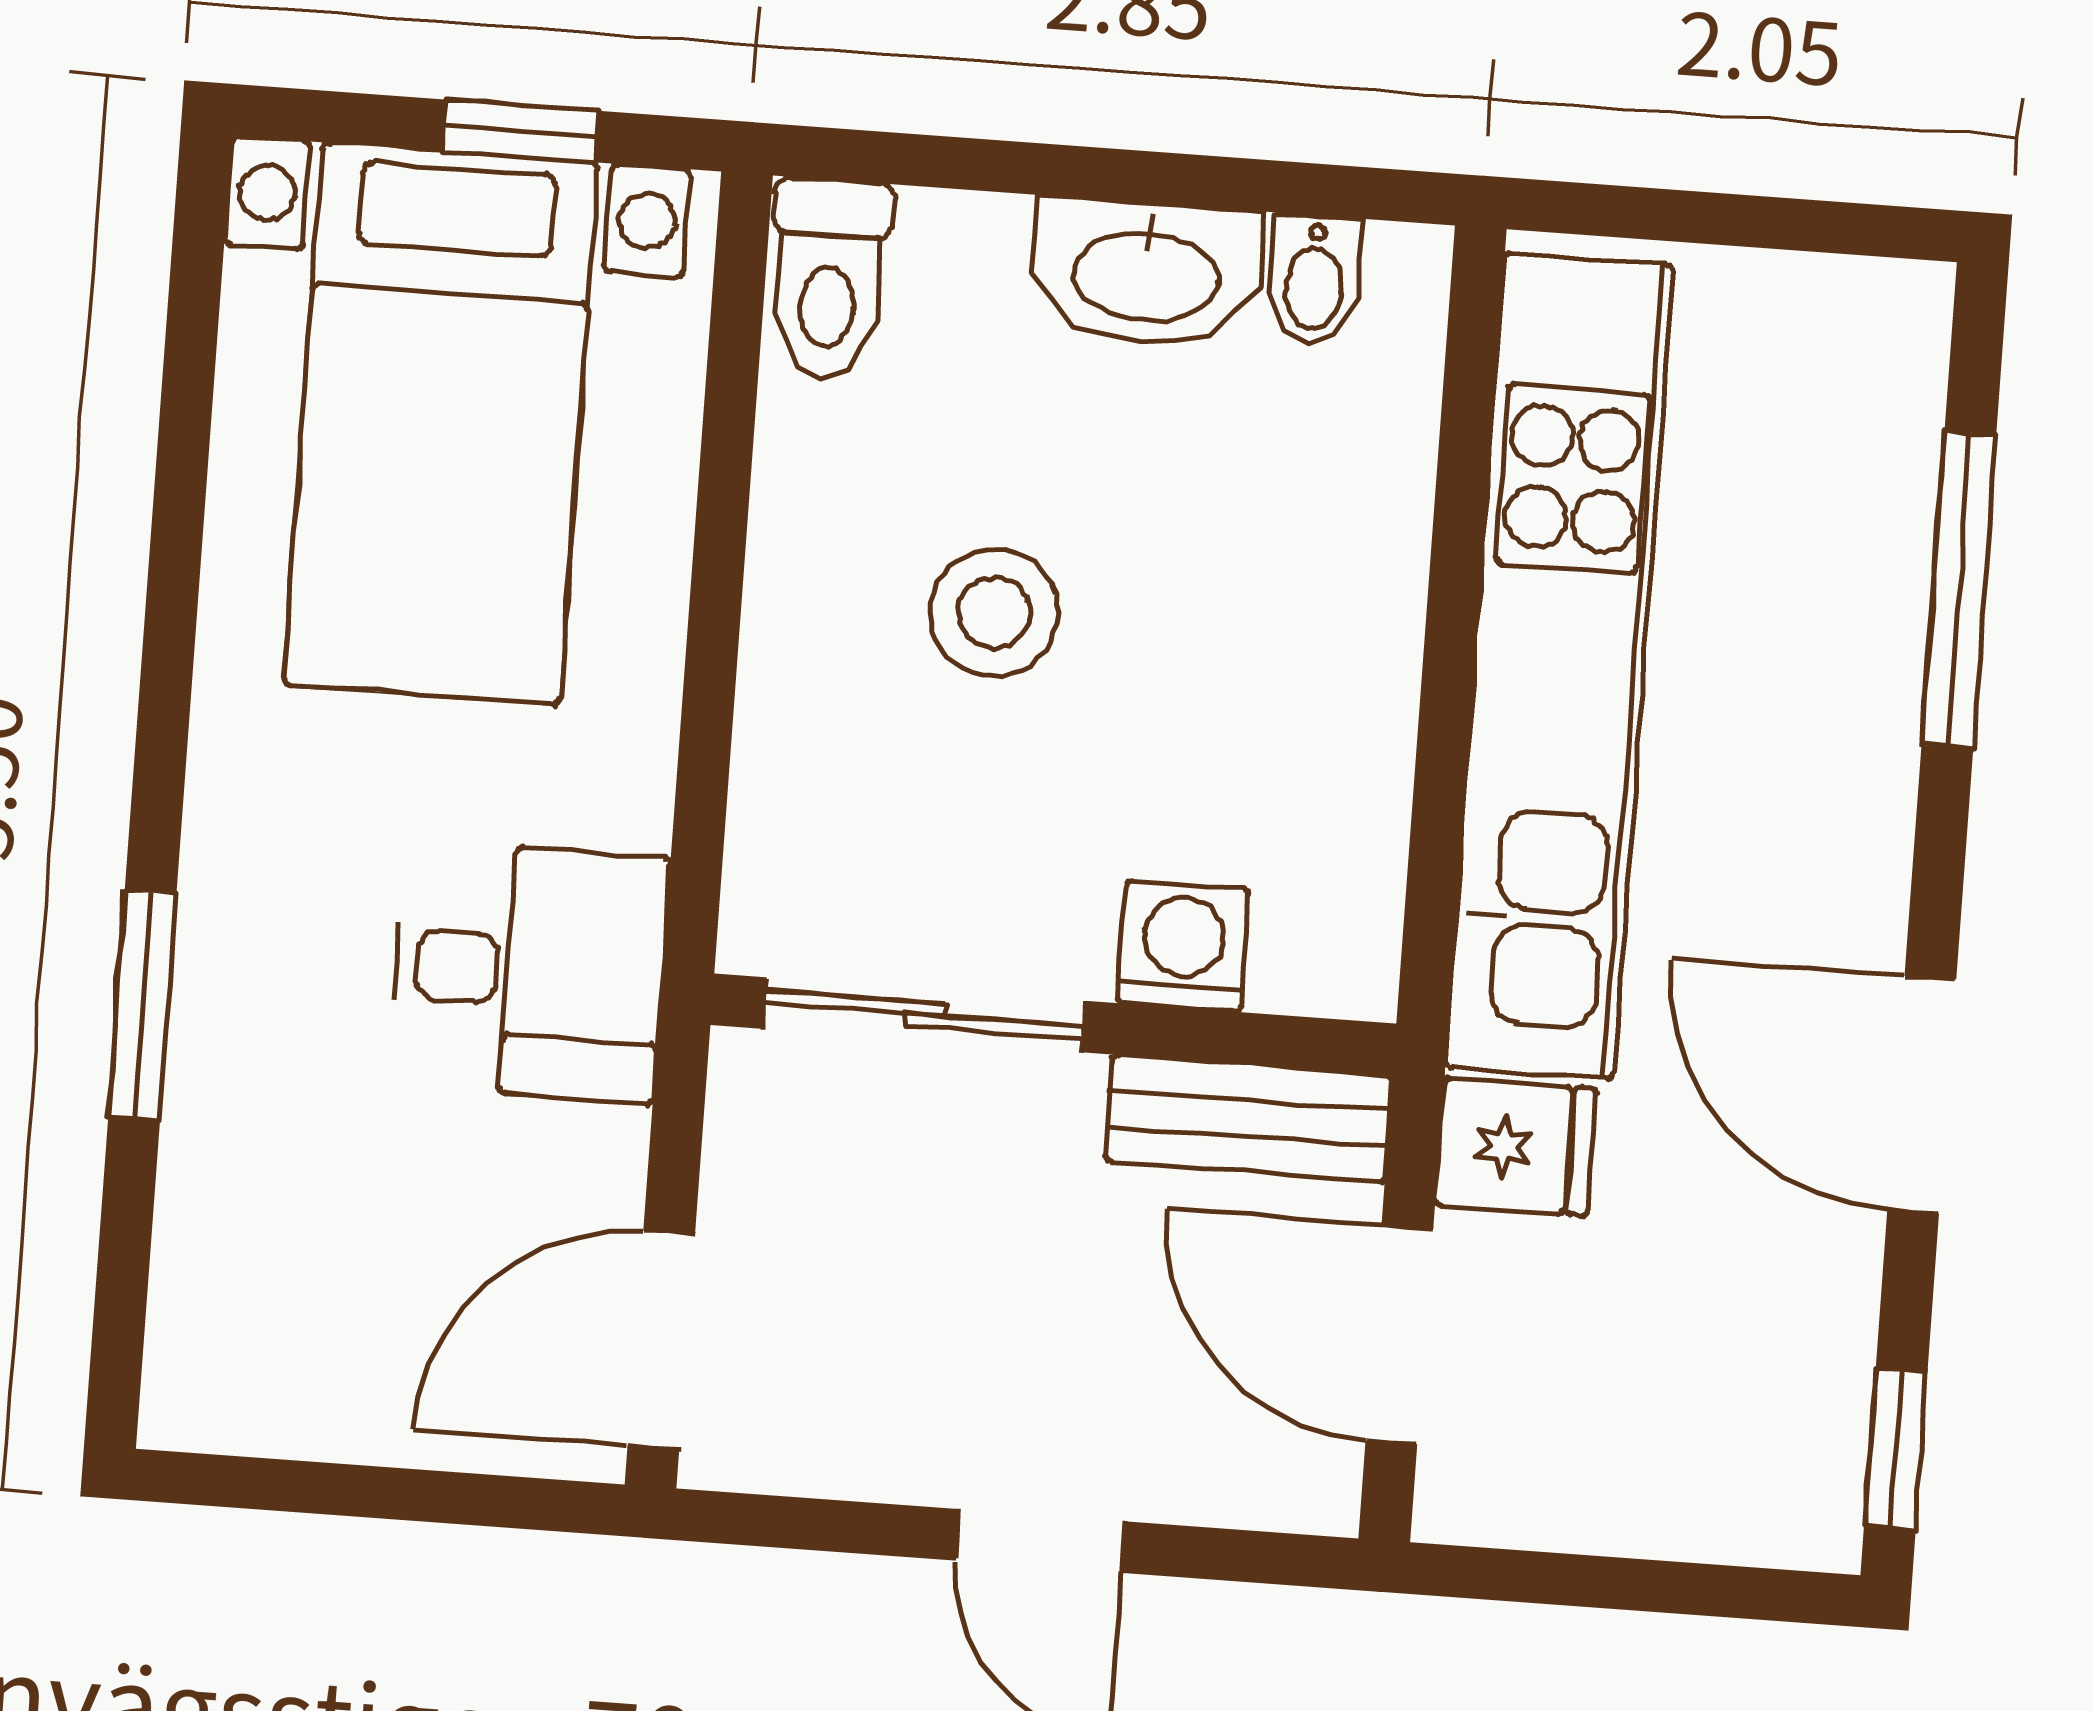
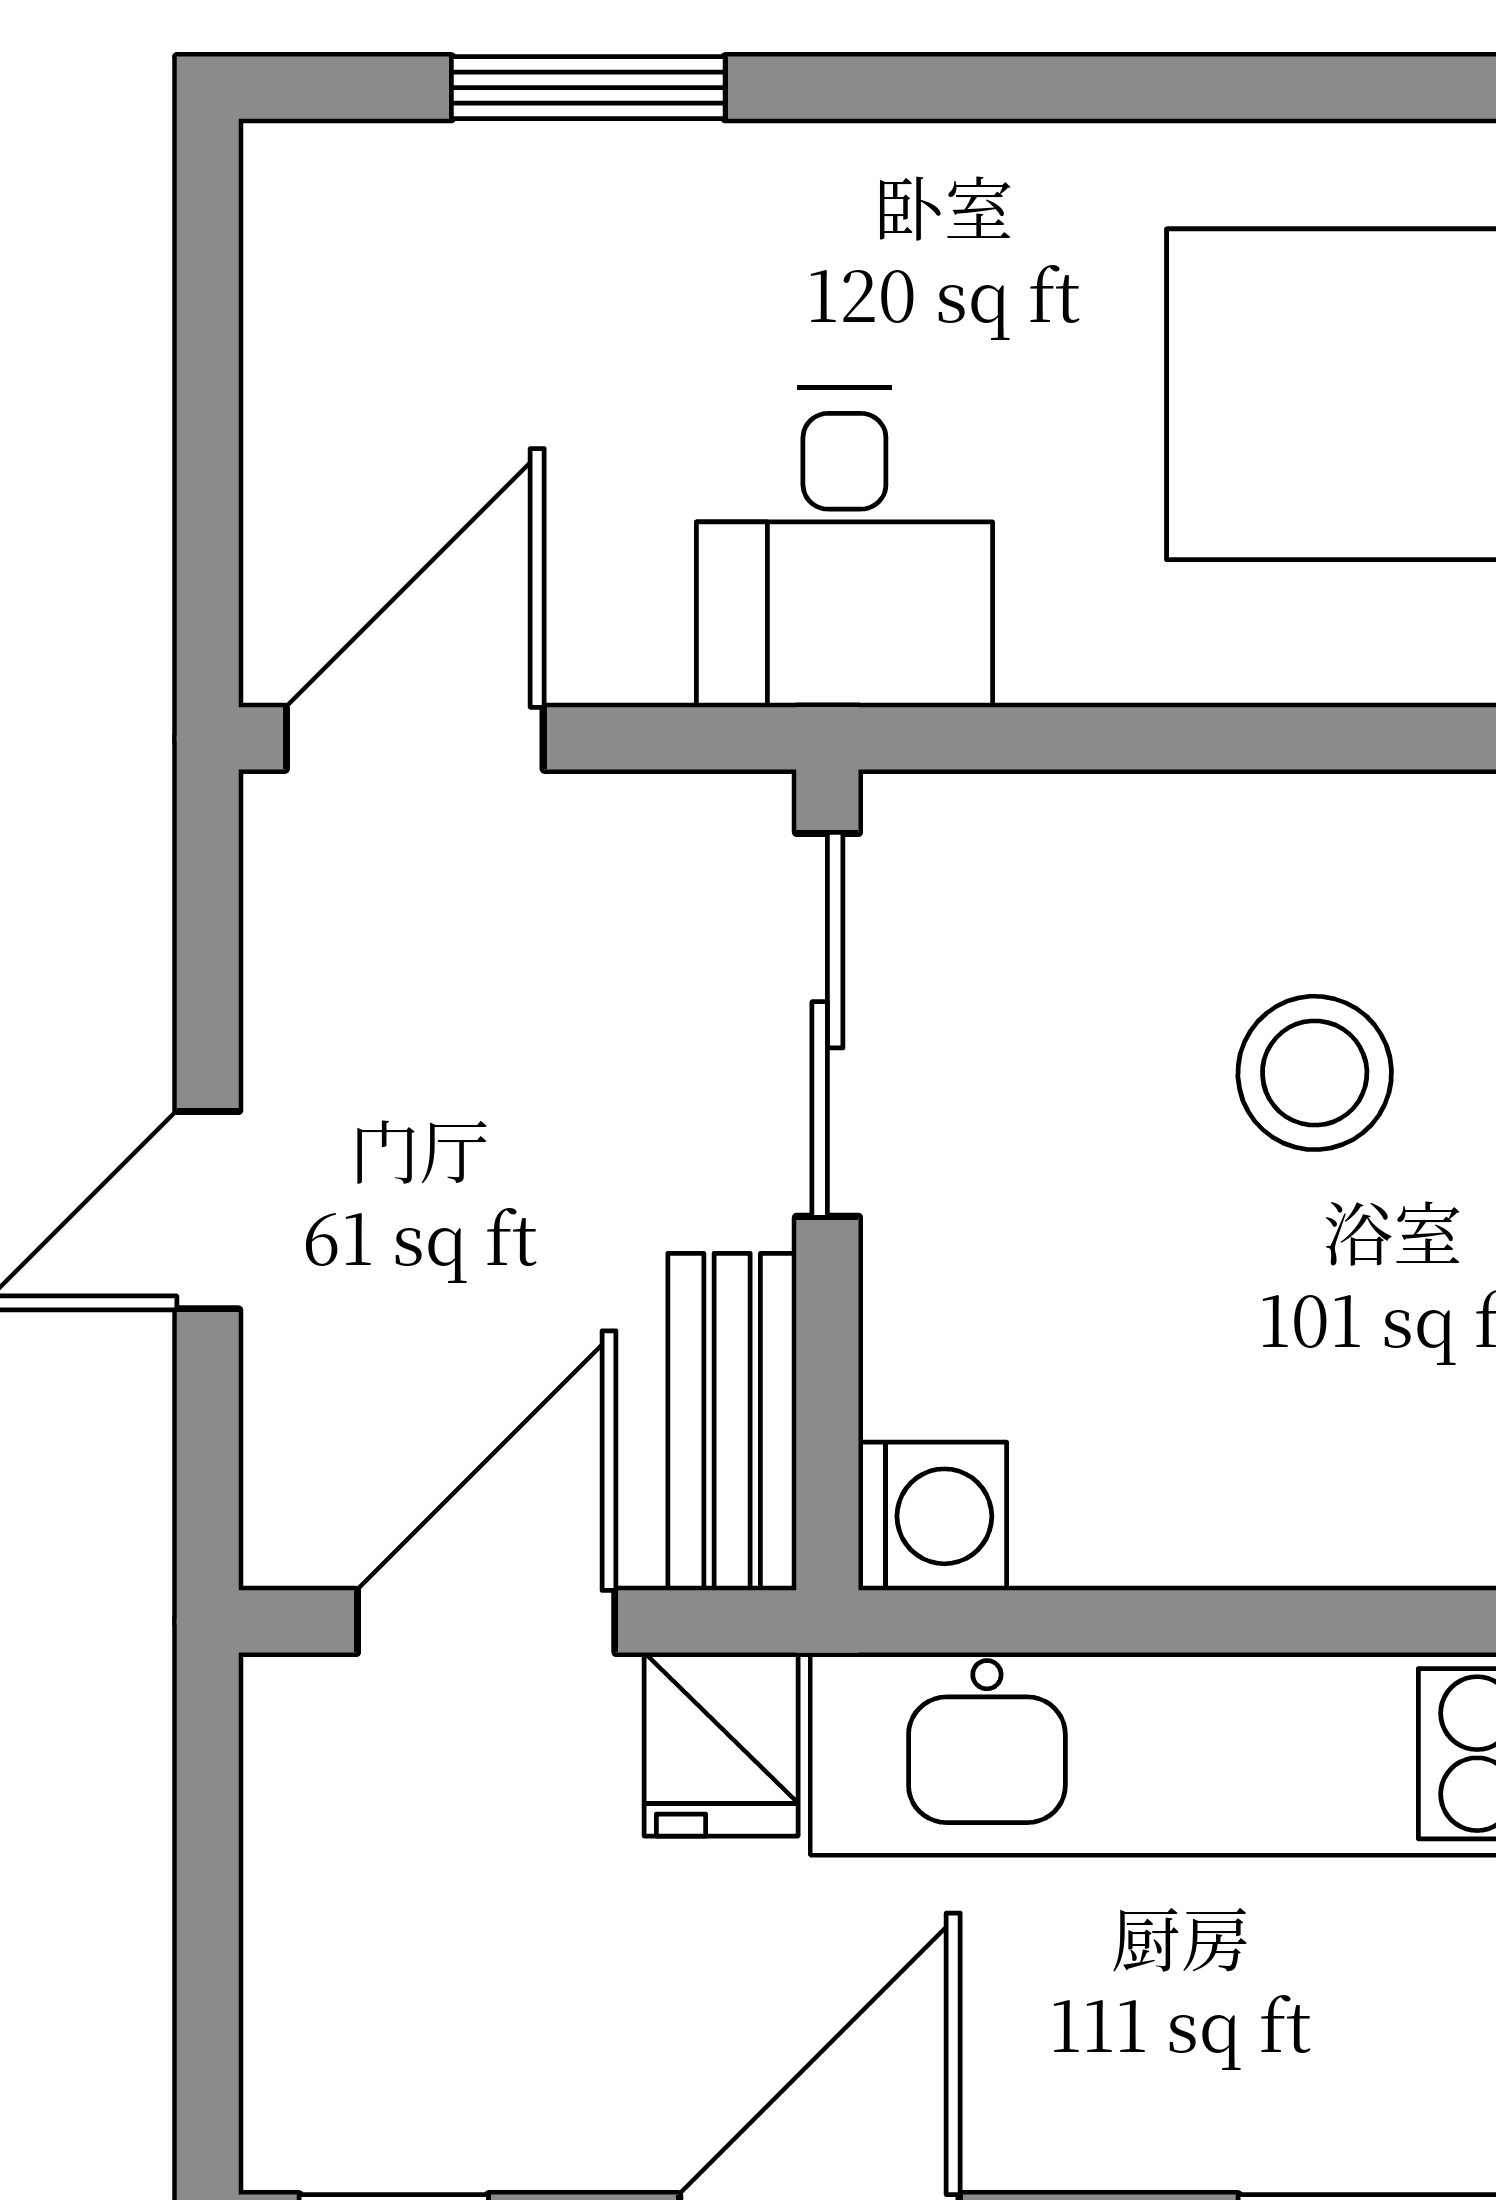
washing machine: (1183, 946) -> (933, 1516), moved
window: (142, 1005) -> (588, 88), moved
door: (661, 1340) -> (415, 738), hinge flipped

